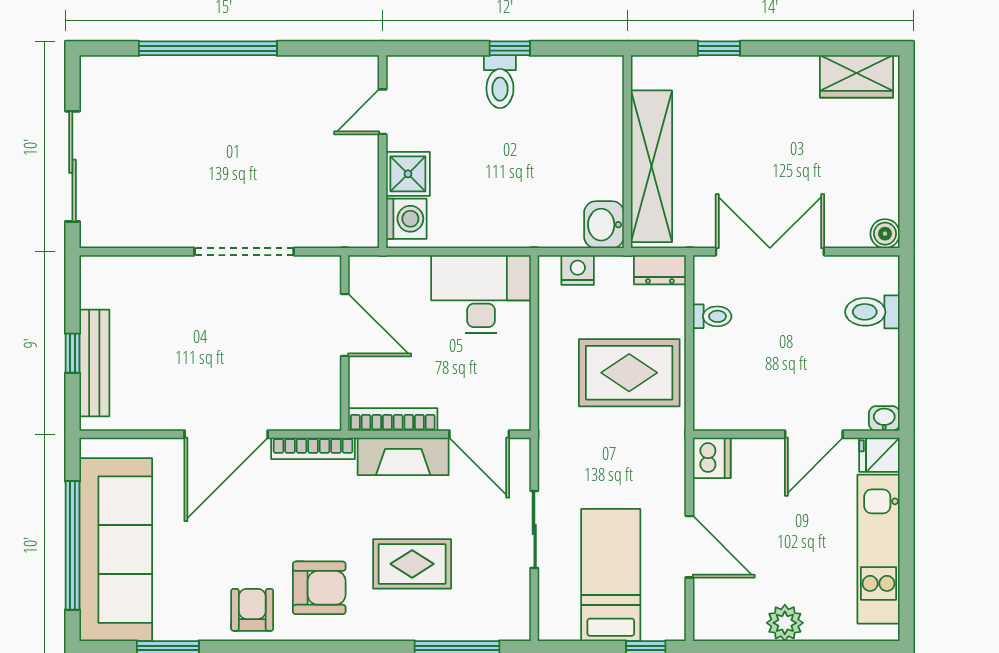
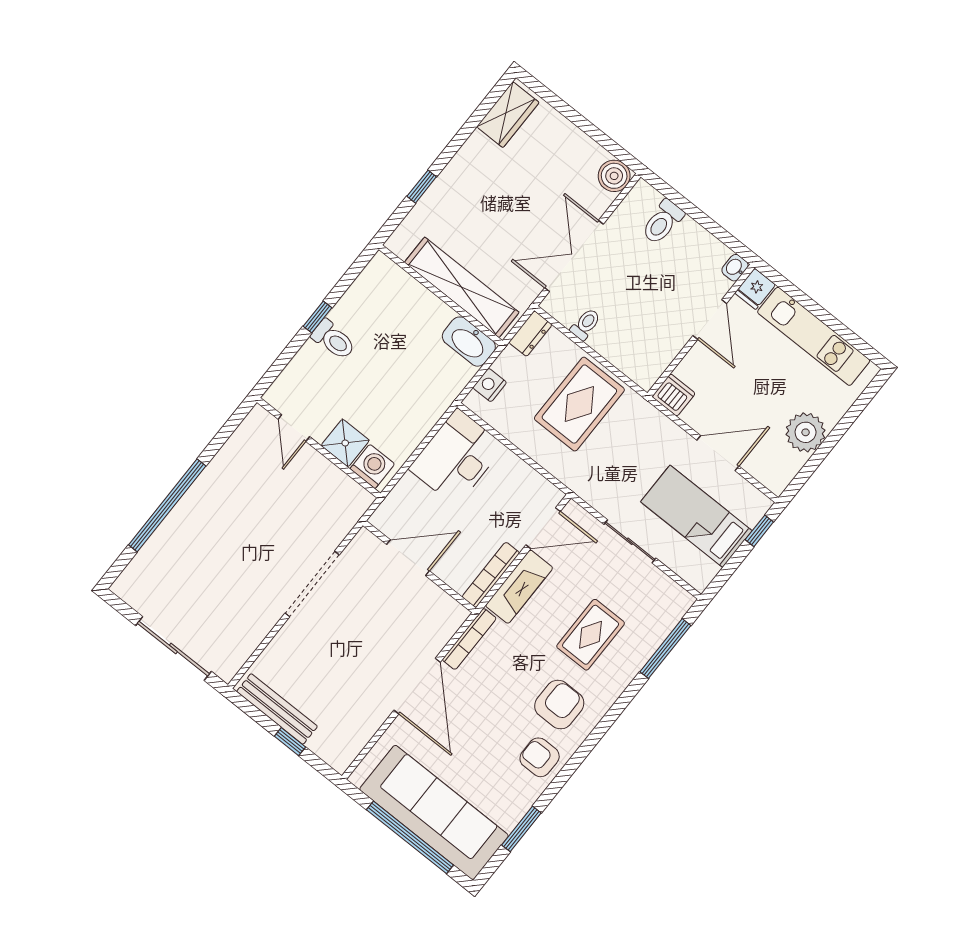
washbasin: (604, 225) -> (469, 342), width x1.38
boiler: (885, 234) -> (614, 176), width x1.36, depth x1.36
bench: (94, 363) -> (277, 709), moved
plant: (785, 623) -> (806, 432), width x1.36, depth x1.36

